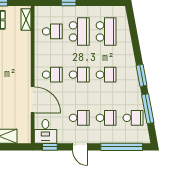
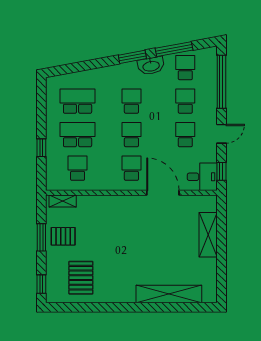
washbasin: (134, 90) -> (151, 66), added
door: (33, 100) -> (163, 193), hinge flipped

